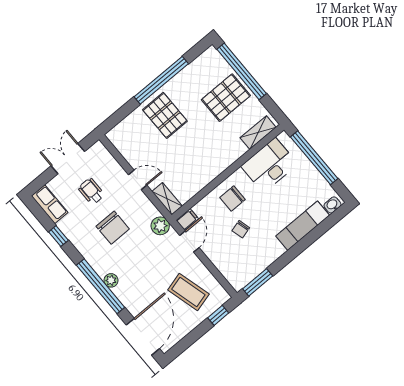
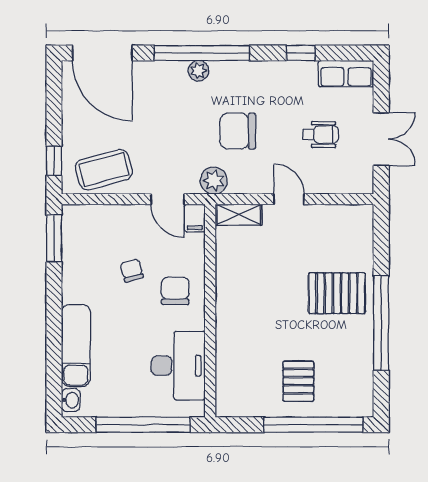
pallet: (226, 98) -> (298, 381), width x0.67, depth x0.71
shelving: (258, 133) -> (227, 384), removed
door: (138, 180) -> (289, 199), swing flipped
chair: (113, 228) -> (238, 131), moved
coffee table: (188, 292) -> (104, 170), moved

